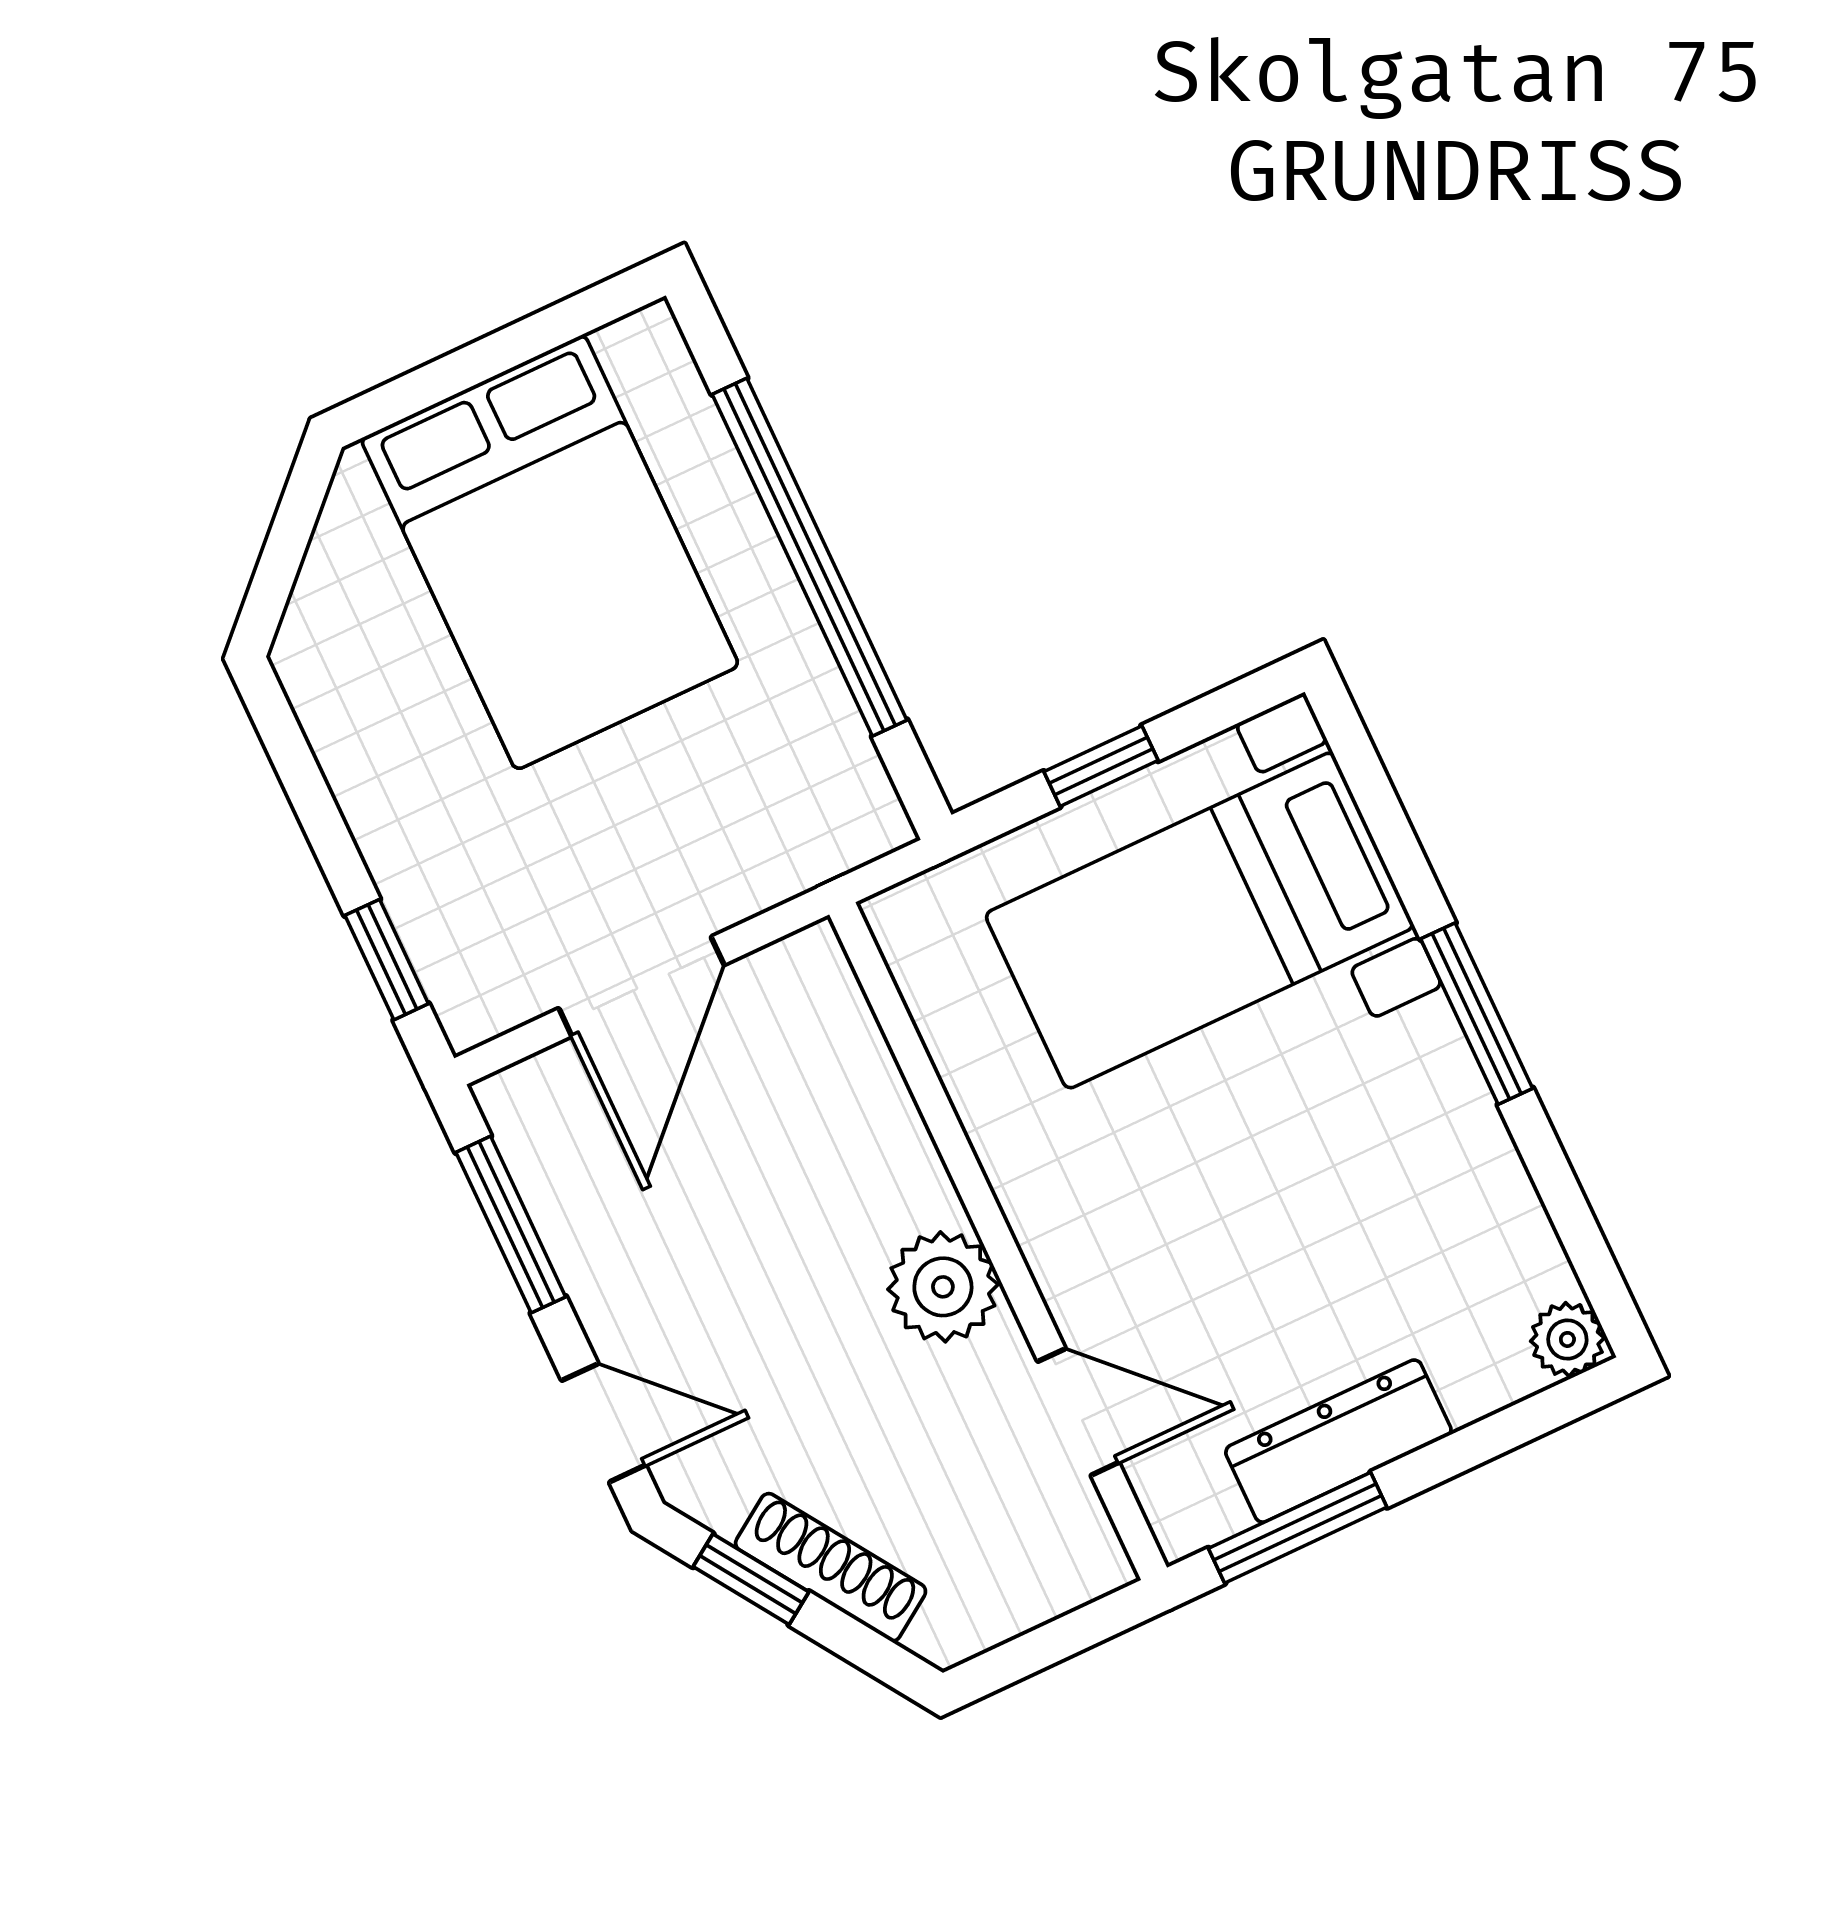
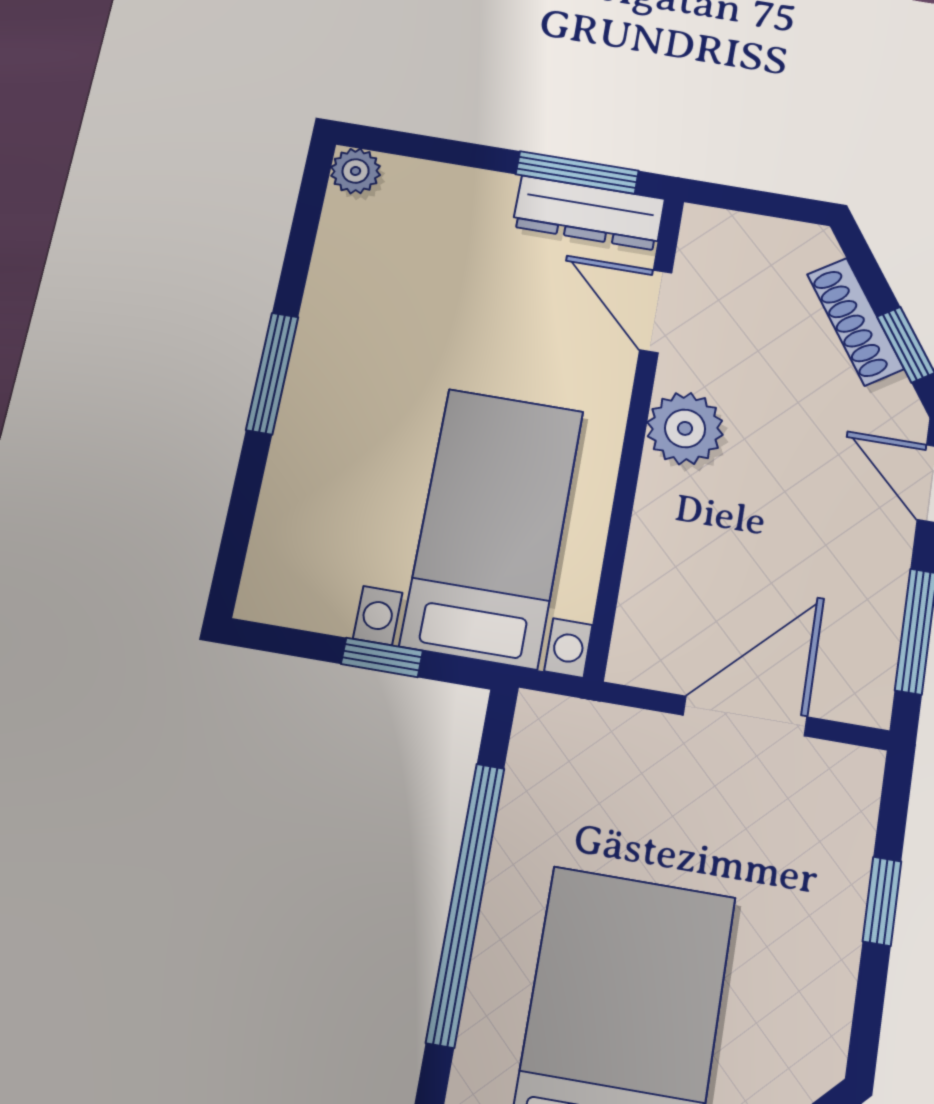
bed with nightstands: (1200, 920) -> (492, 527), moved, turned -90
window: (387, 960) -> (882, 901), moved
dresser: (1338, 1441) -> (589, 213), moved

